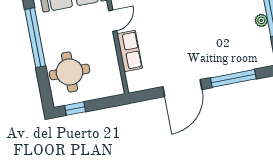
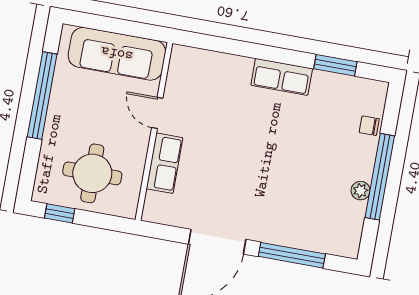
door: (113, 21) -> (157, 113), swing flipped
round table: (69, 72) -> (92, 173), moved

